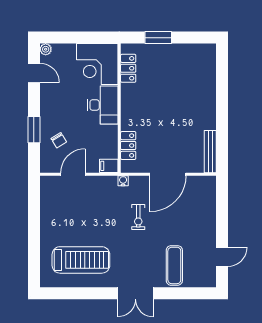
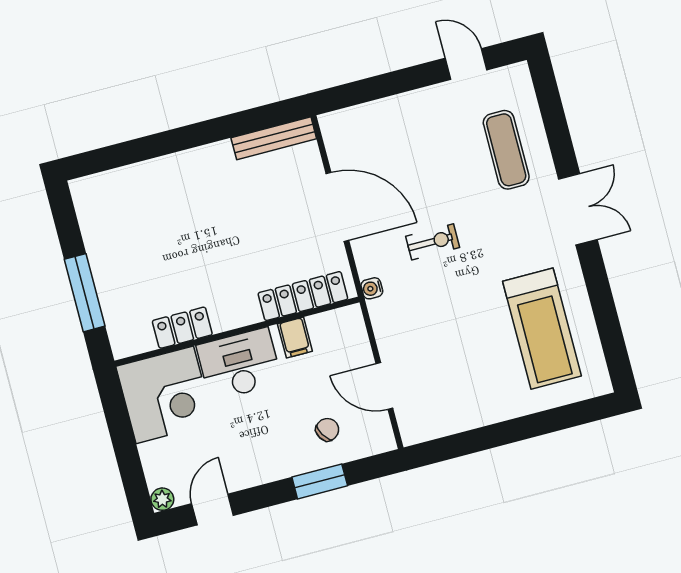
window: (158, 38) -> (85, 293), width x1.44
locker: (128, 68) -> (182, 328), moved
locker: (128, 146) -> (303, 296), width x1.53
filing cabinet: (109, 166) -> (295, 338), moved
treadmill: (81, 260) -> (542, 329), turned 180
exercise mat: (174, 265) -> (506, 150), turned 90

